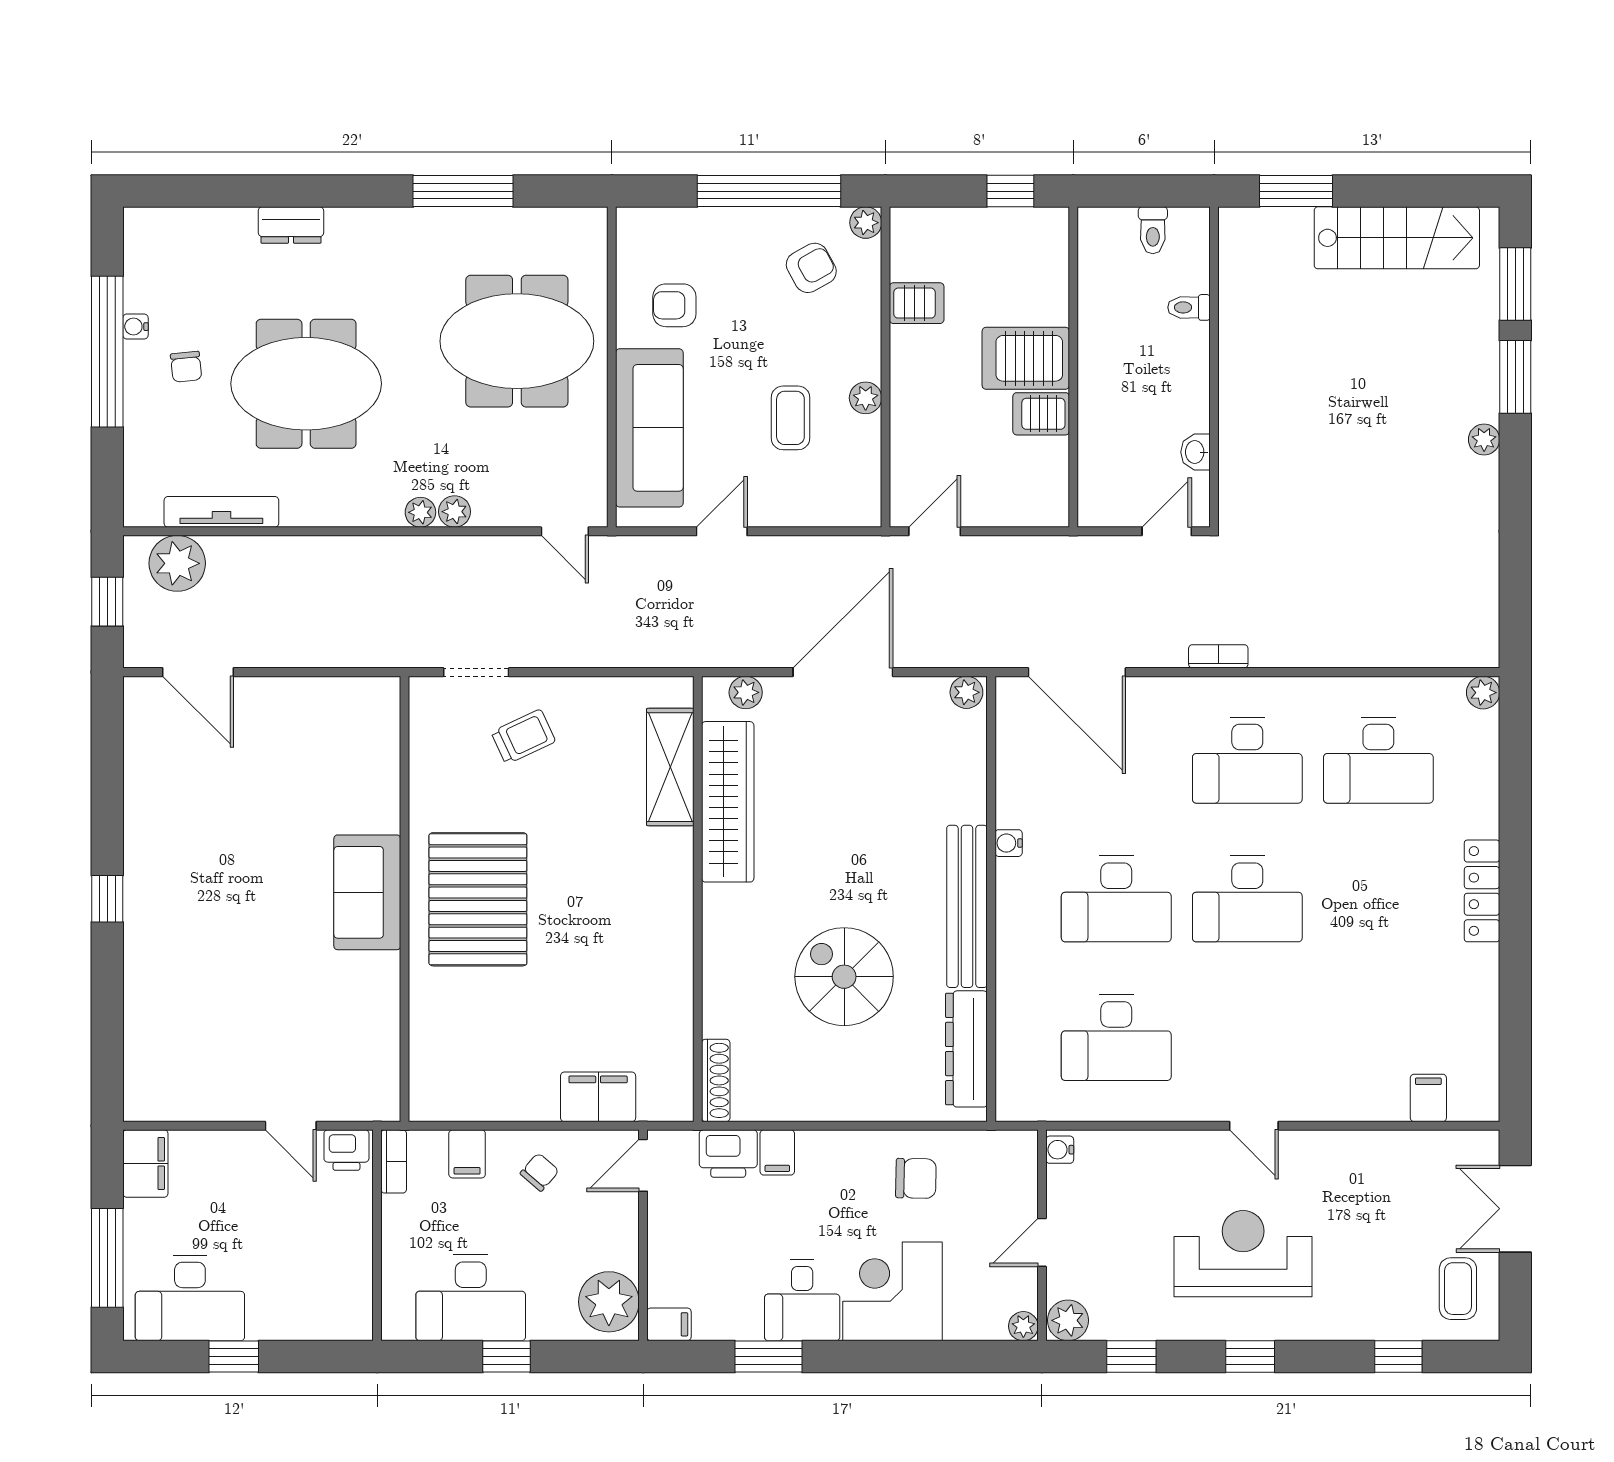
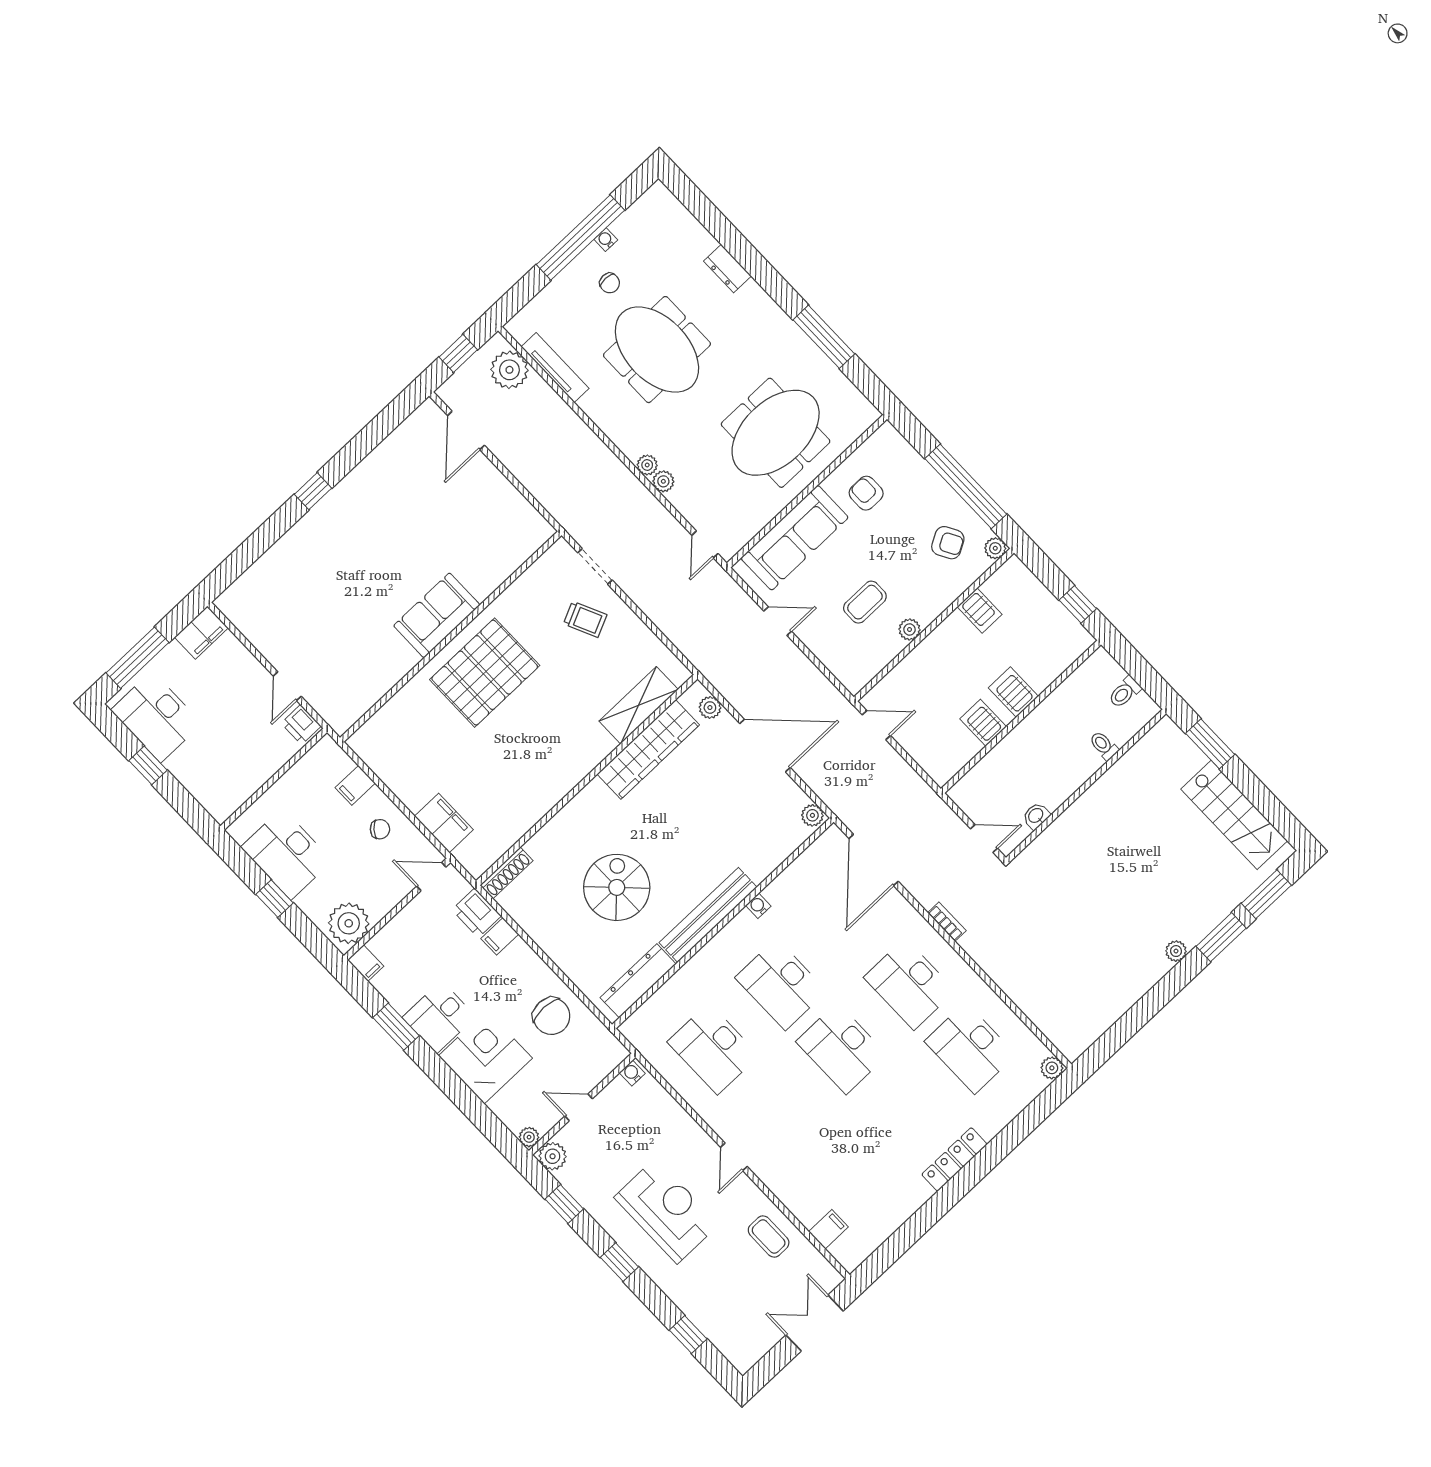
meeting table: (517, 341) -> (776, 433), turned 90
server rack: (1026, 358) -> (1013, 692), width x0.73, depth x0.70
chair: (186, 367) -> (610, 283), turned -84
bookcase: (394, 1161) -> (318, 753), removed
chair: (916, 1178) -> (551, 1016), width x1.37, depth x1.37
coffee table: (1458, 1289) -> (769, 1237), moved, turned 90

